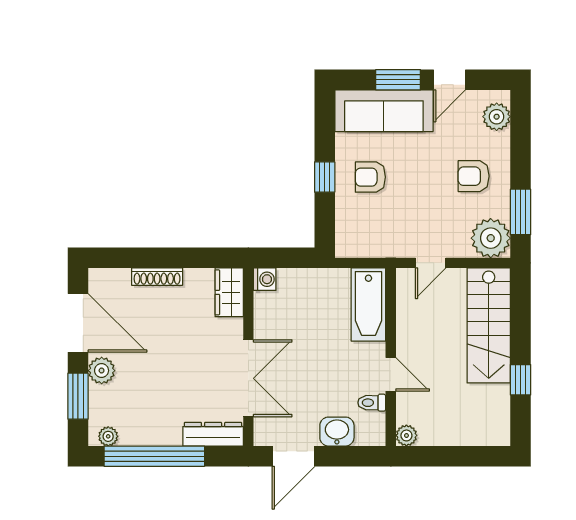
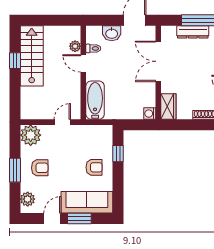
window: (325, 177) -> (118, 154), moved
window: (521, 212) -> (15, 170), moved
stairs: (489, 325) -> (32, 56), moved
dresser: (213, 434) -> (193, 32), moved
plant: (406, 435) -> (75, 46), moved

